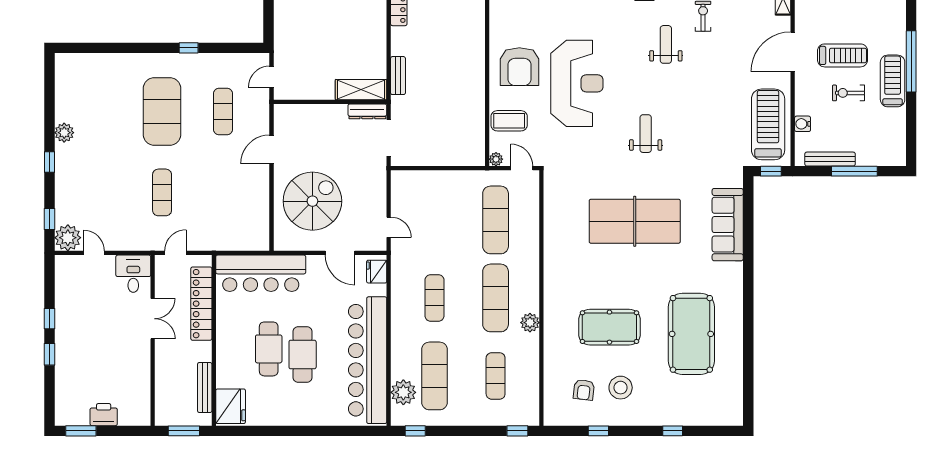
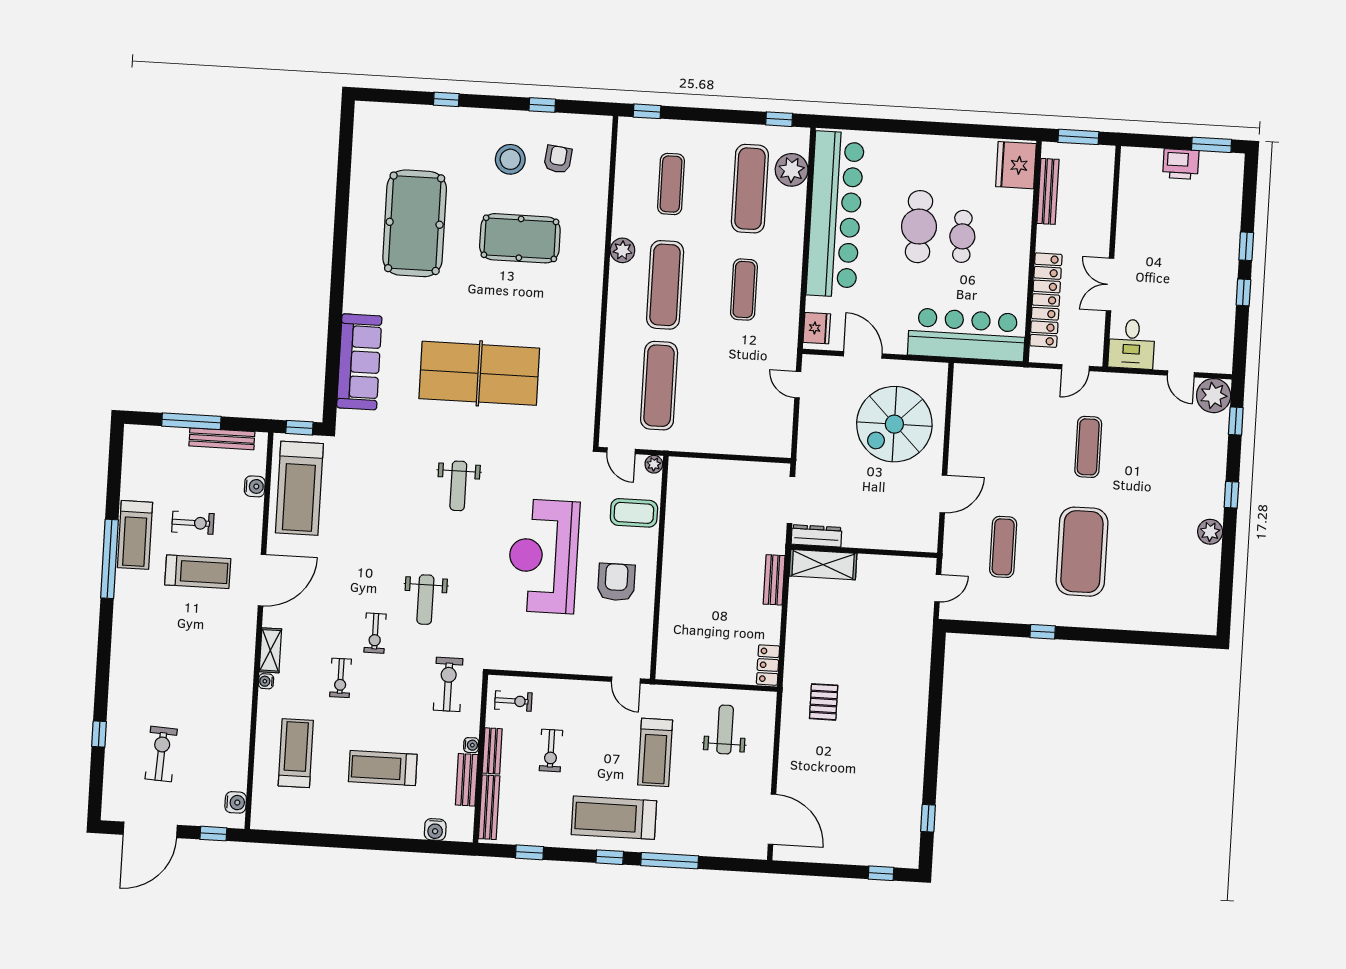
treadmill: (843, 55) -> (198, 572), turned 180
armchair: (519, 67) -> (616, 582), width x0.73, depth x0.73
cafe table: (269, 349) -> (962, 236), width x0.73, depth x0.74

